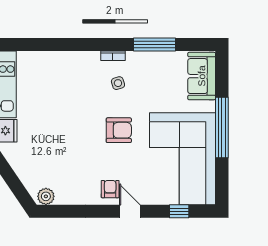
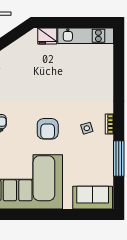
window: (222, 127) -> (50, 214), removed

